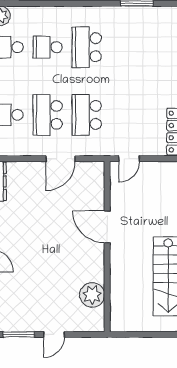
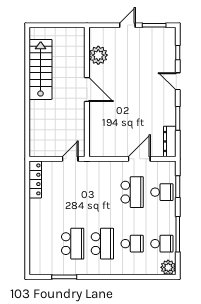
school desk: (87, 115) -> (73, 244), moved
door: (61, 159) -> (139, 159), moved
door: (107, 227) -> (87, 90), moved

